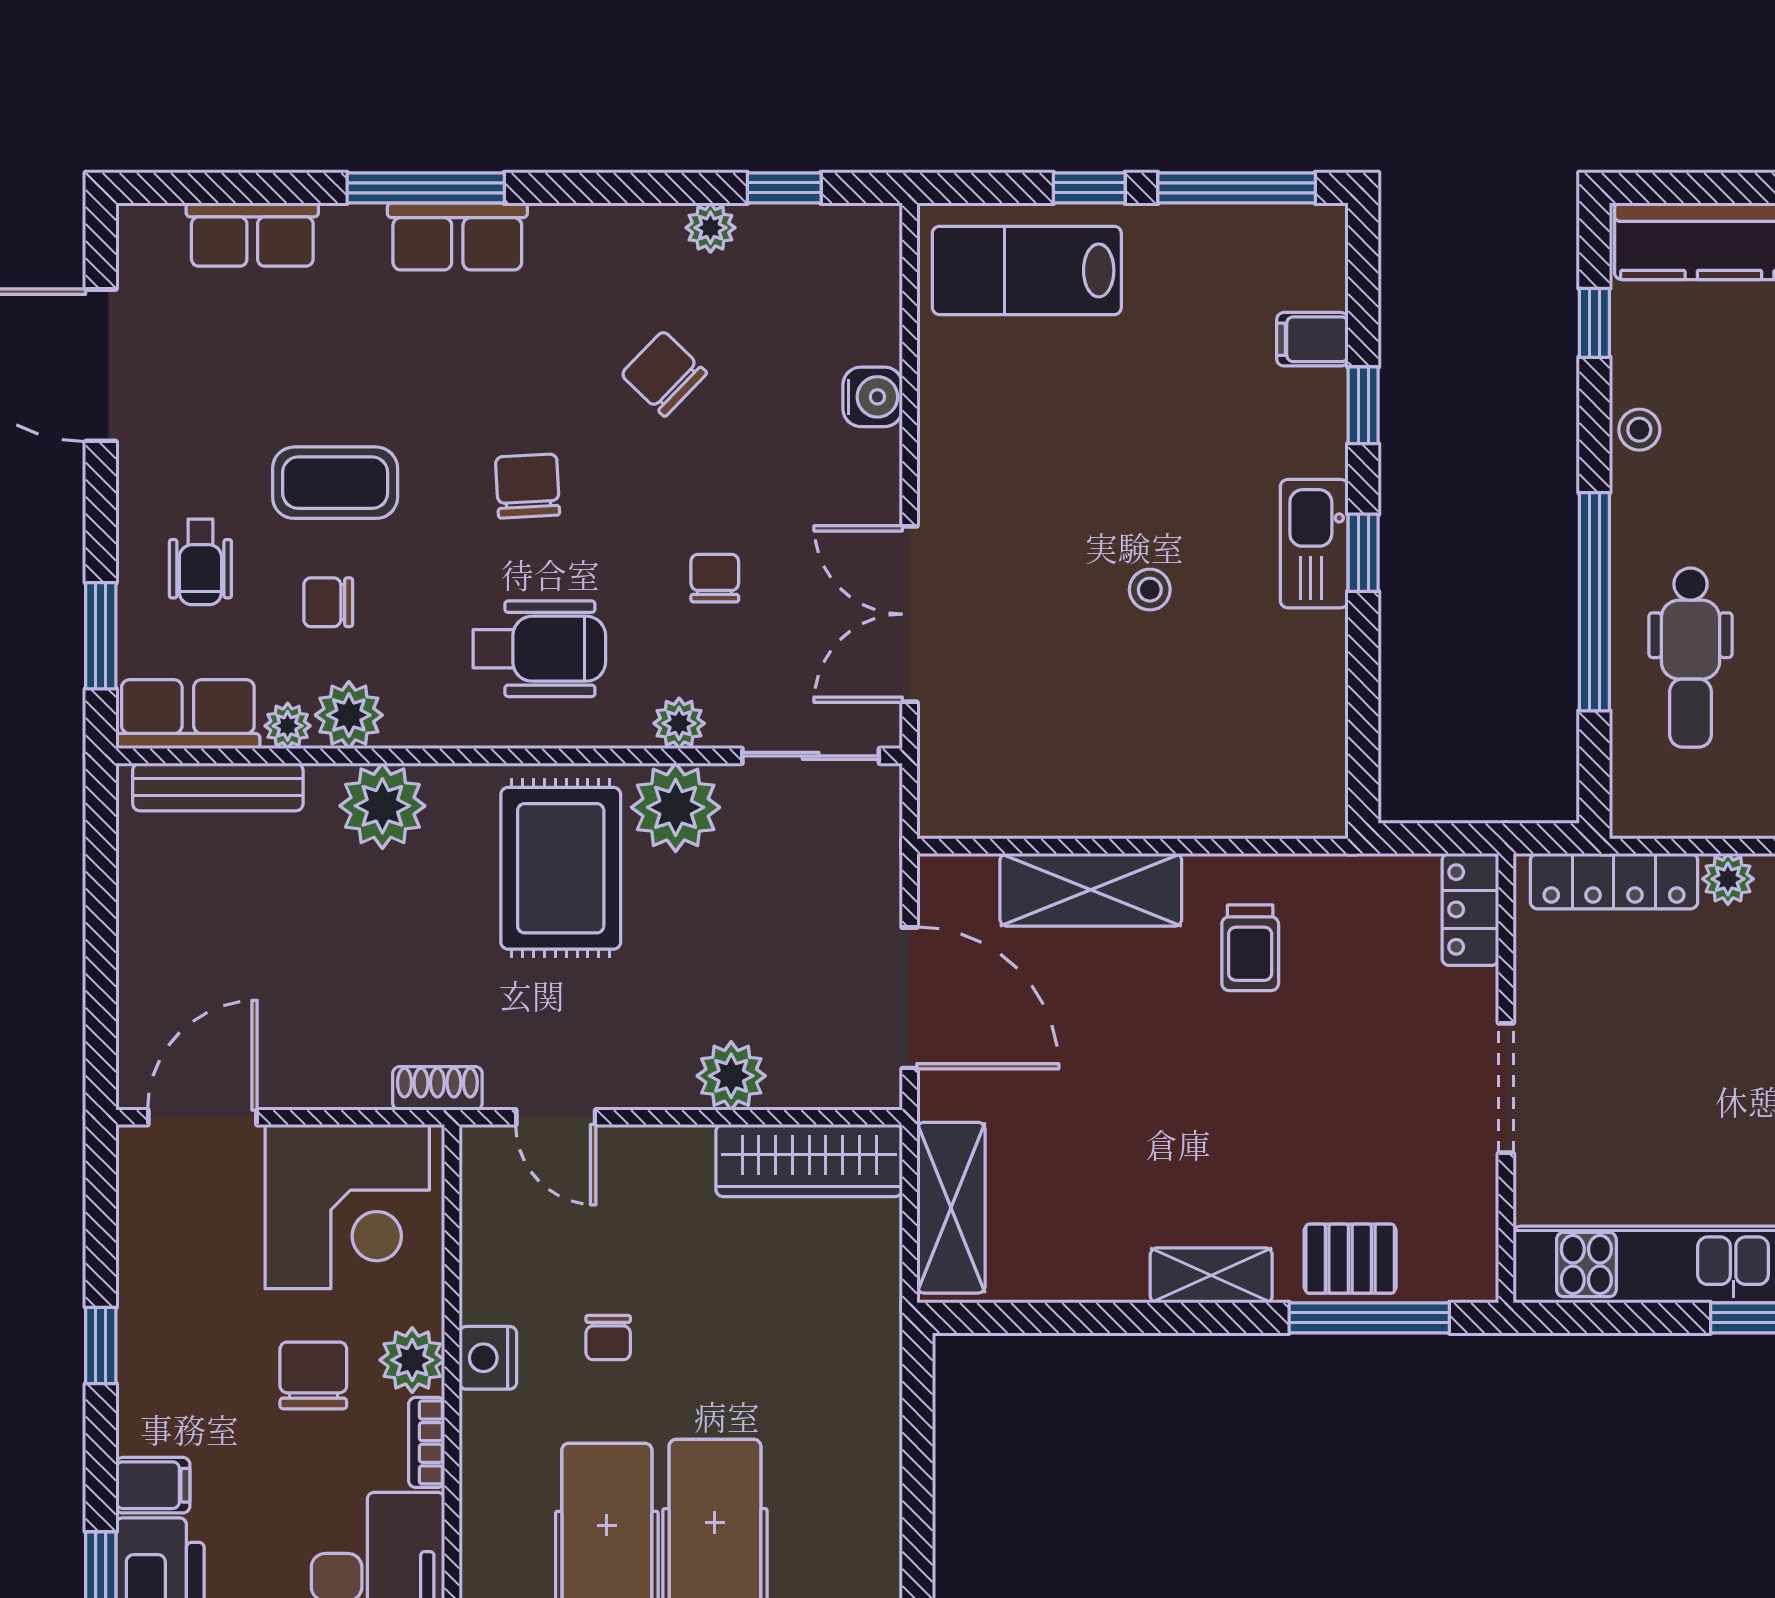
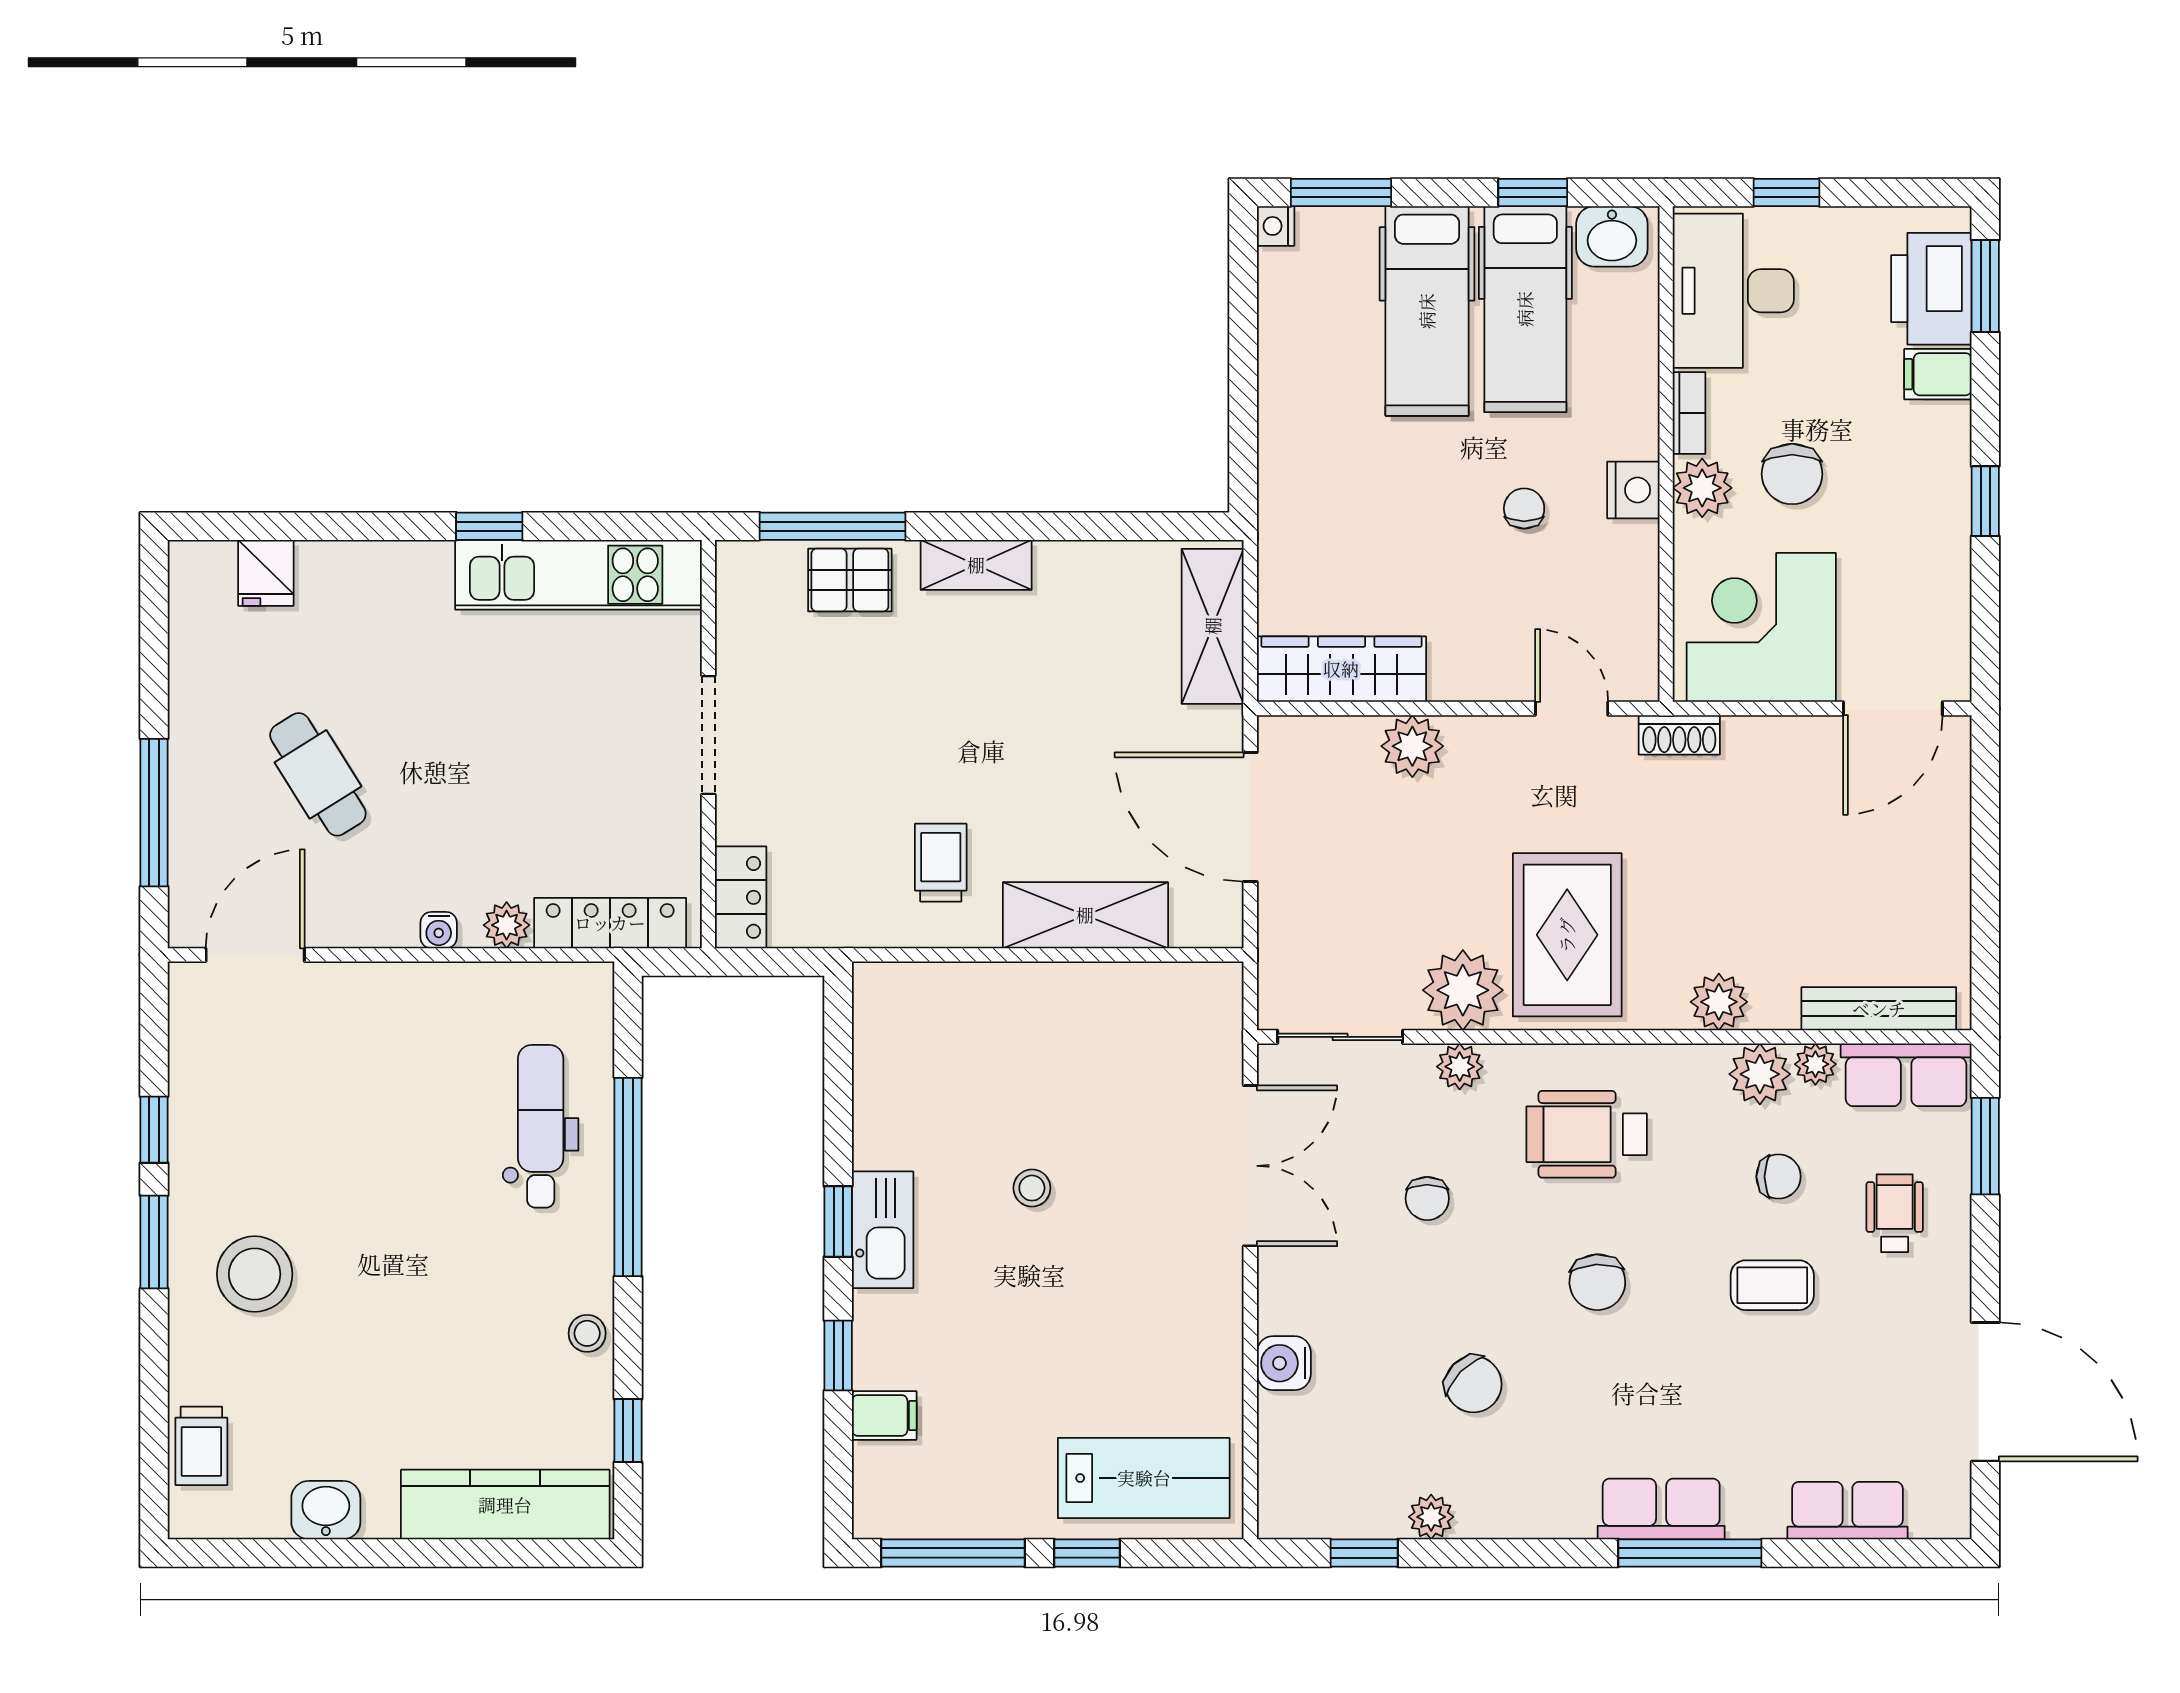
coffee table: (335, 483) -> (1772, 1285), width x0.73, depth x0.77
plant: (382, 806) -> (1719, 1002), width x0.73, depth x0.73

